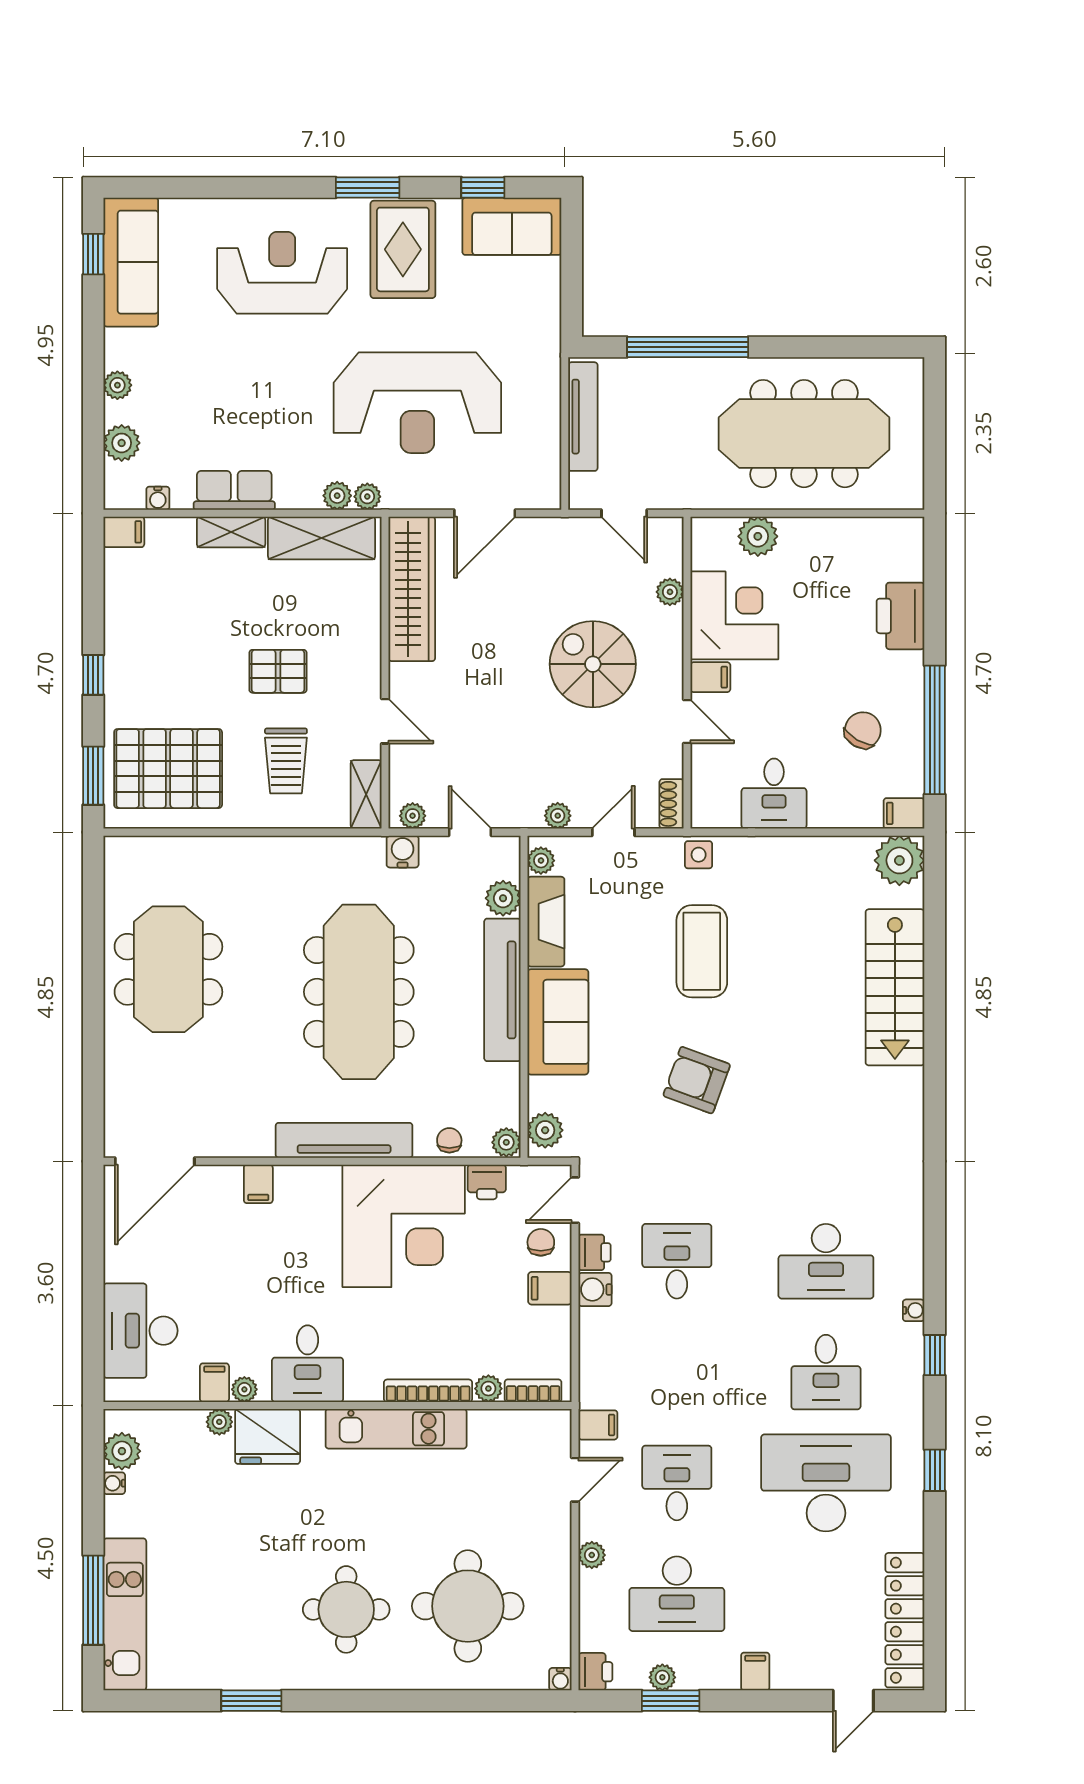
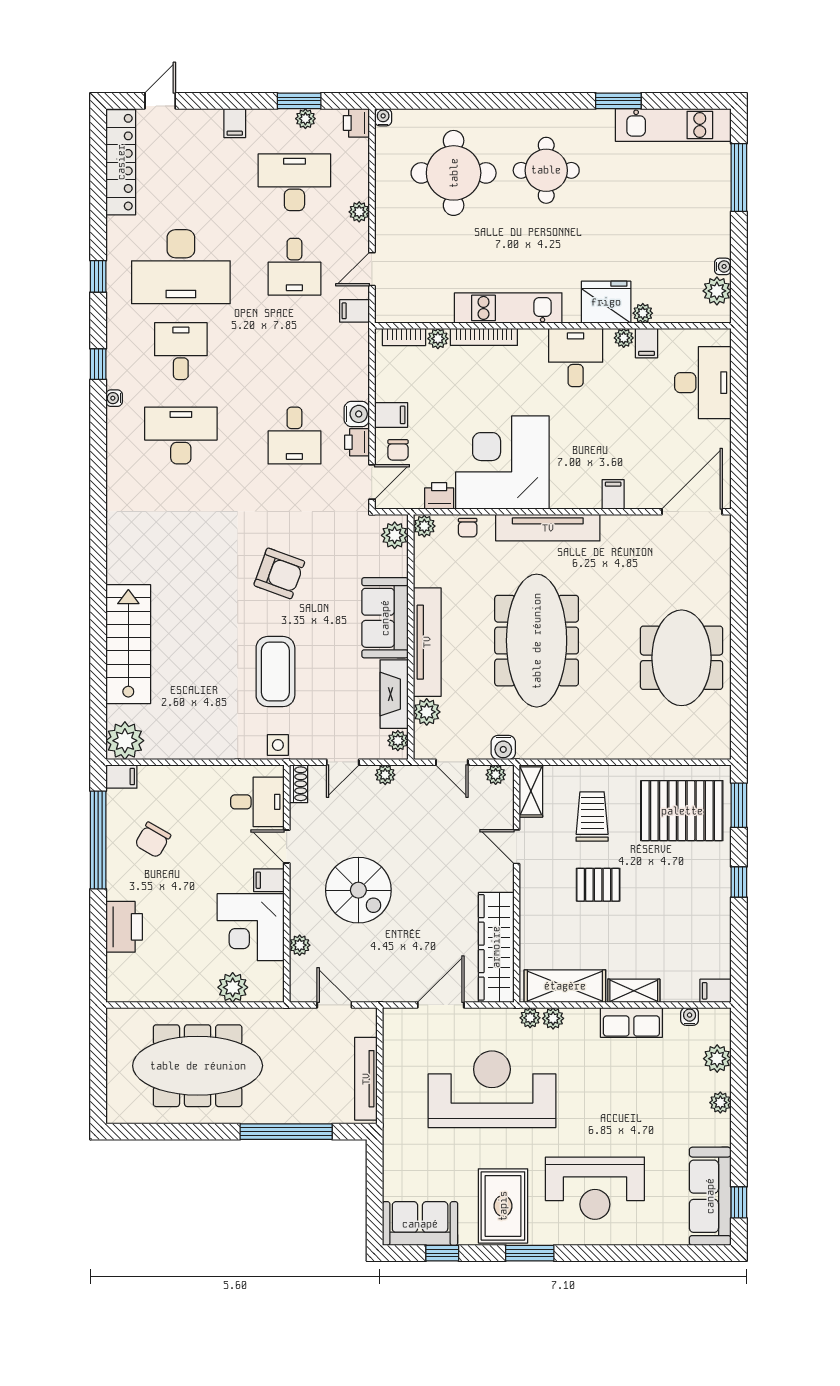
desk: (774, 794) -> (257, 802), moved, turned 90
kitchen unit: (125, 1614) -> (673, 125), moved, turned -90

